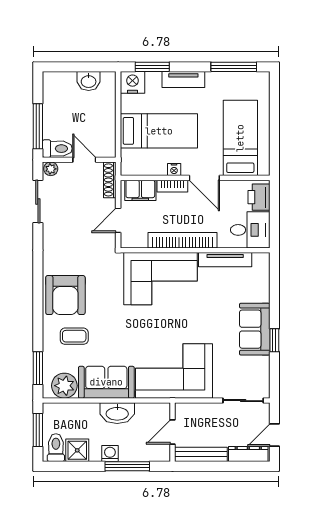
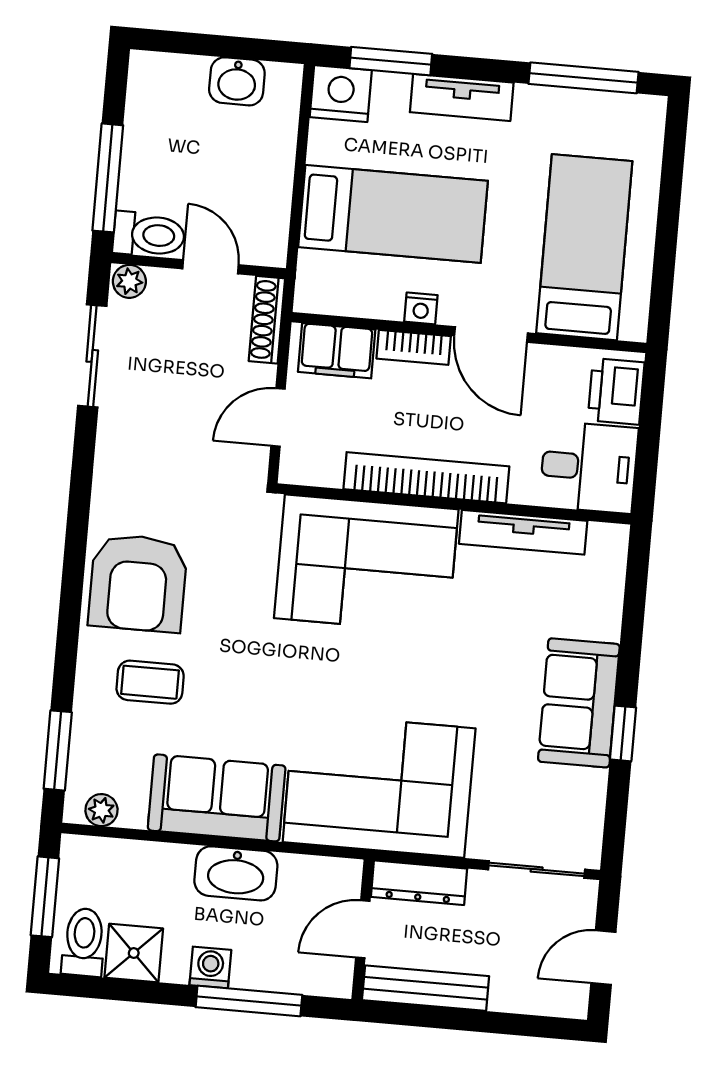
plant: (64, 386) -> (101, 810), width x0.53, depth x0.53
dresser: (248, 454) -> (419, 883), moved, turned 180

